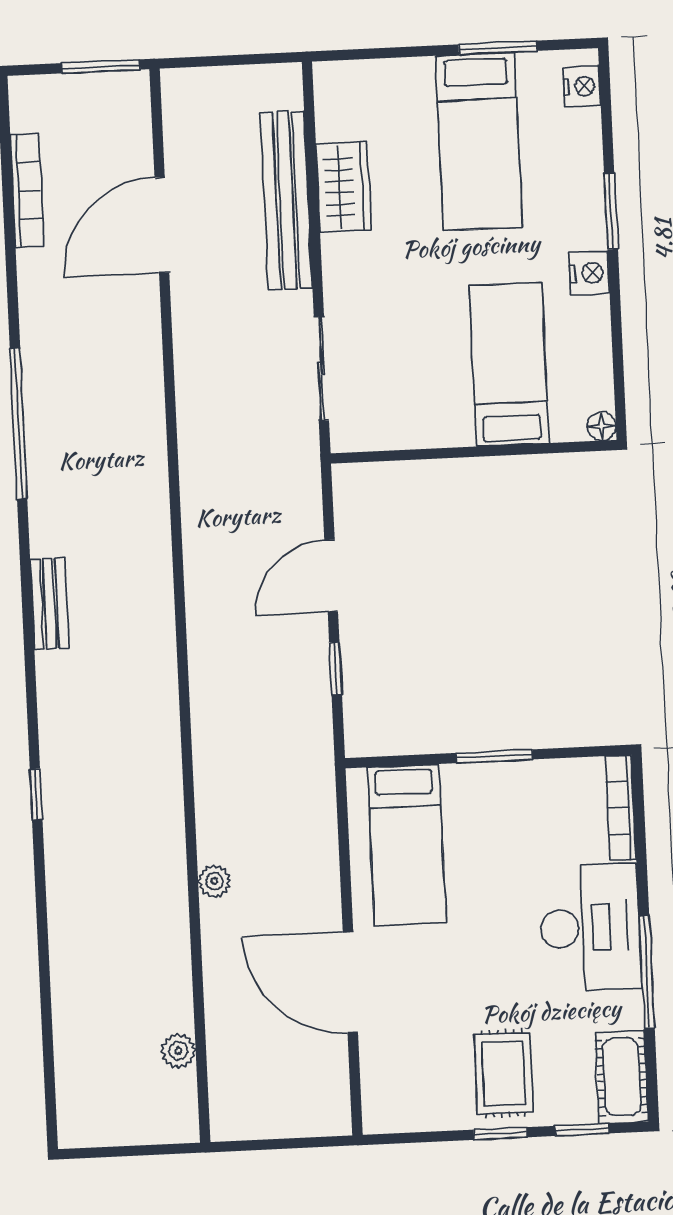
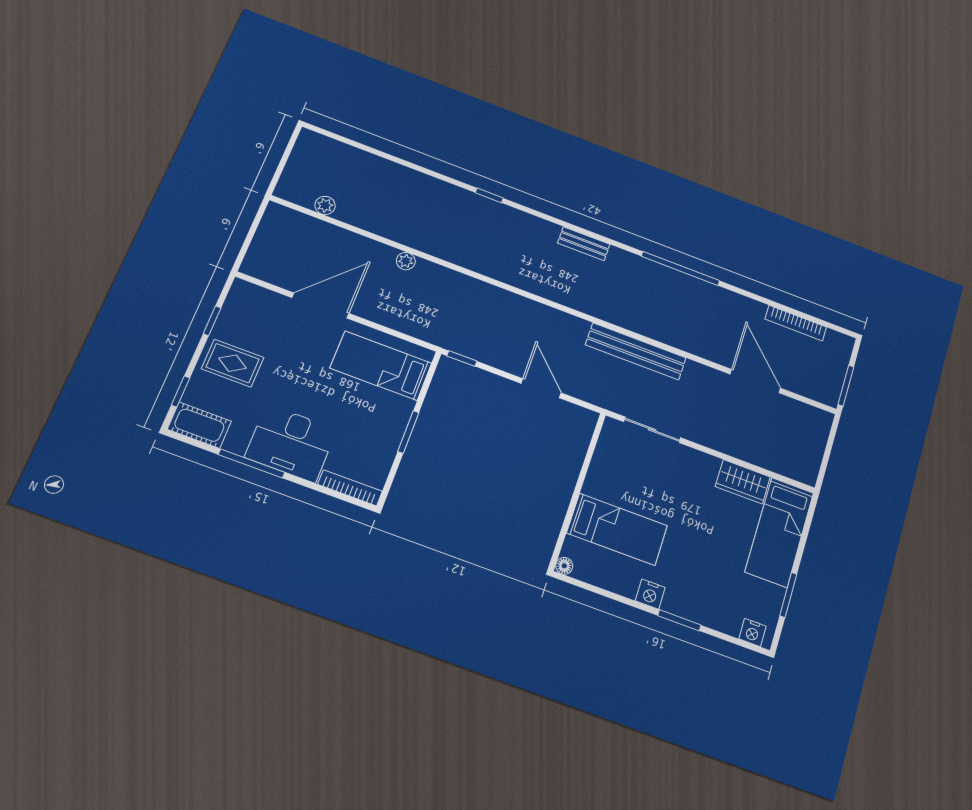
bed: (479, 141) -> (779, 532), moved, turned -90
bench: (286, 200) -> (636, 351), moved
window: (336, 668) -> (462, 359), moved
window: (500, 1133) -> (212, 321), moved

